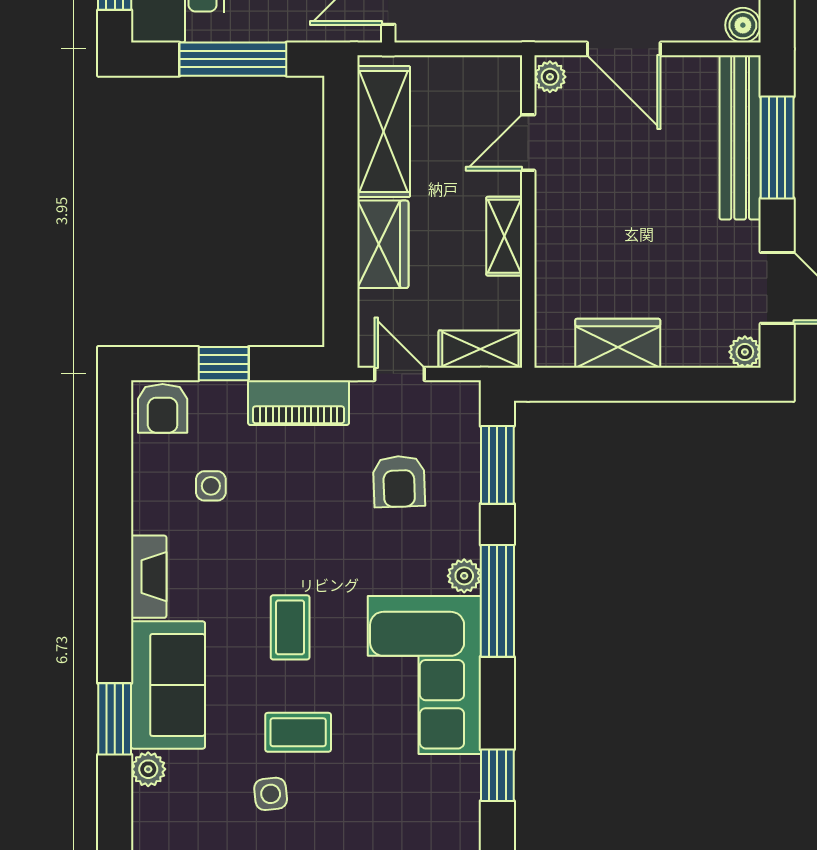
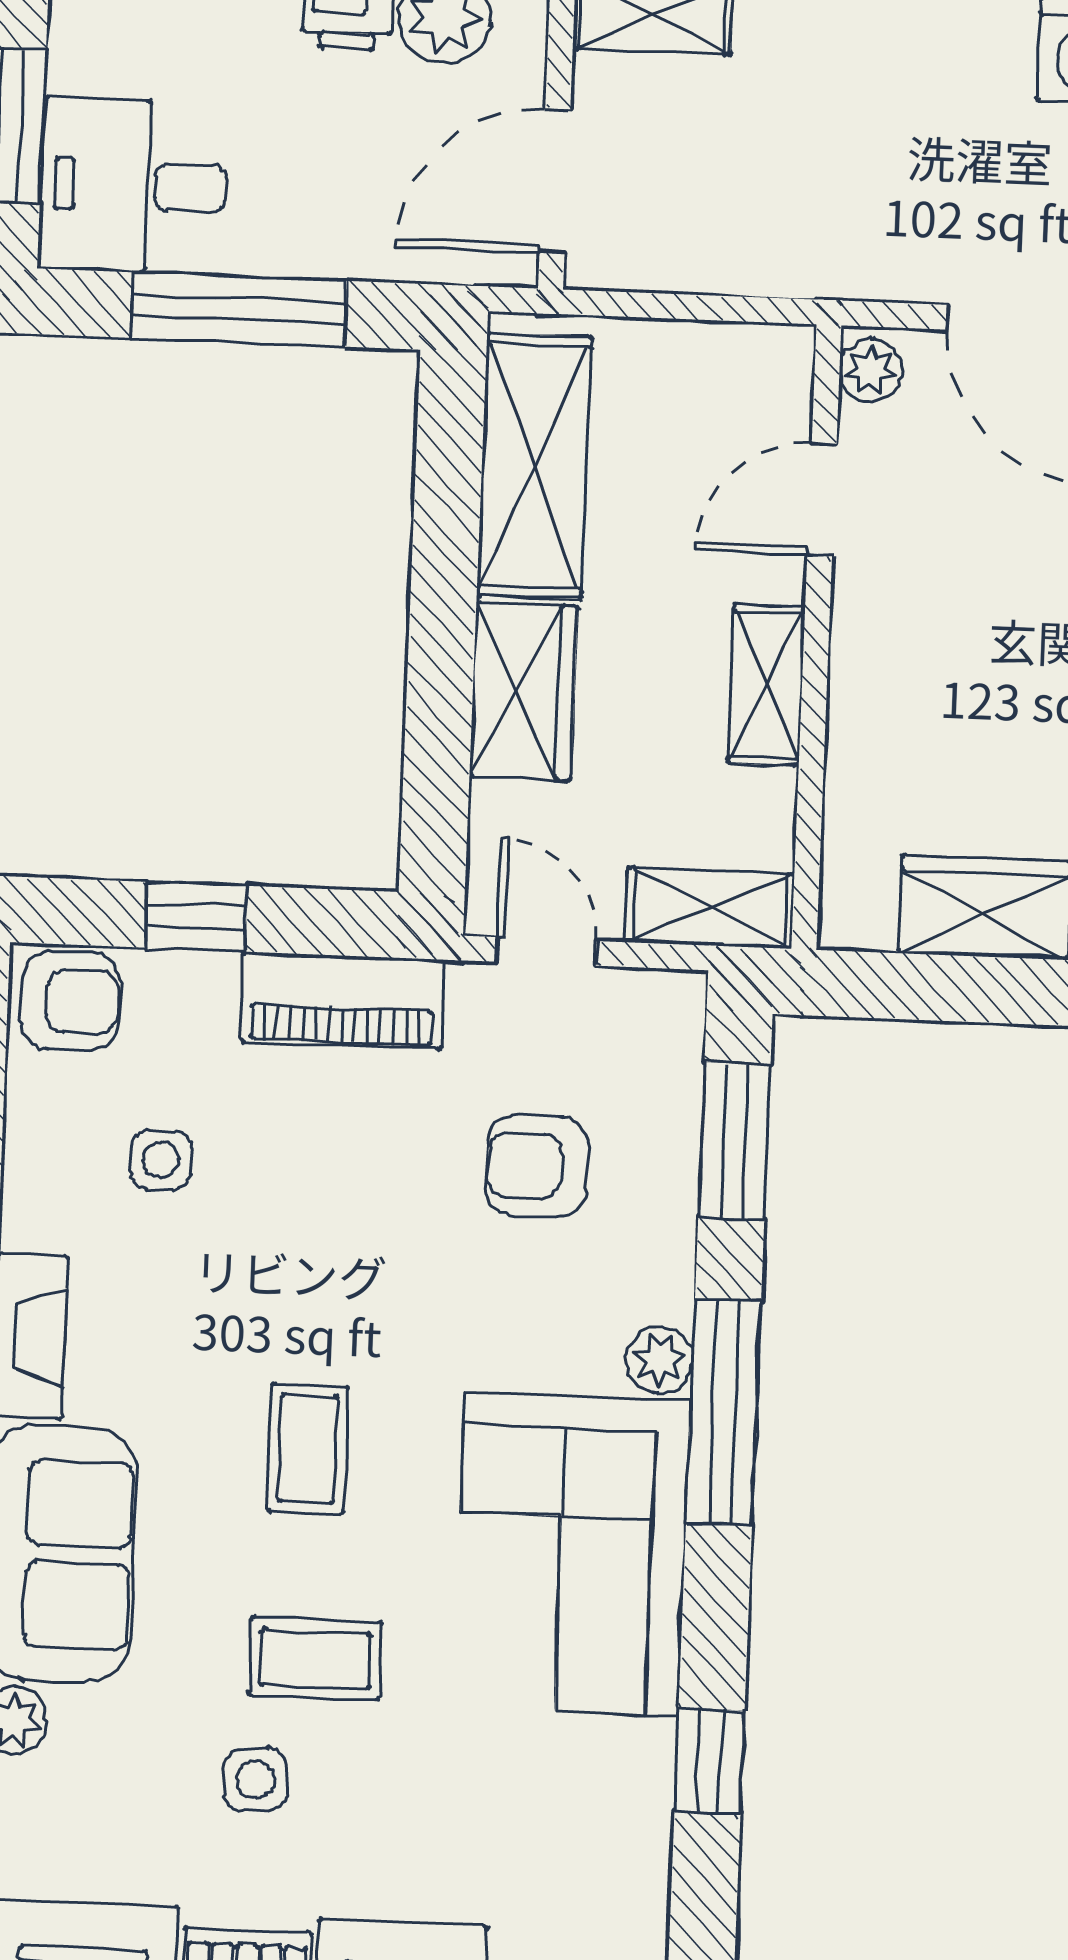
armchair: (163, 408) -> (70, 1001), turned -90
armchair: (399, 481) -> (537, 1166), turned 92

